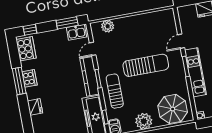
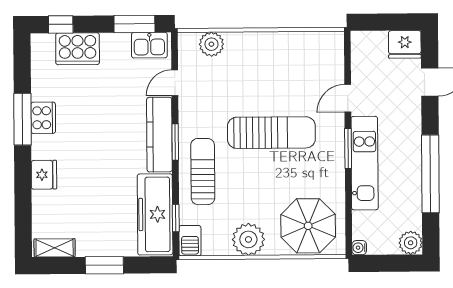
cooker: (26, 49) -> (78, 49), moved, turned 90

